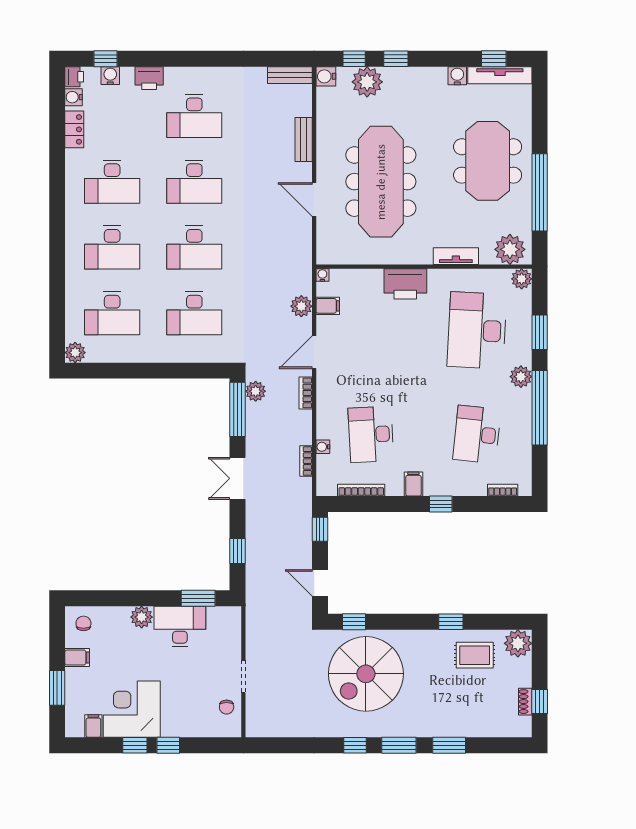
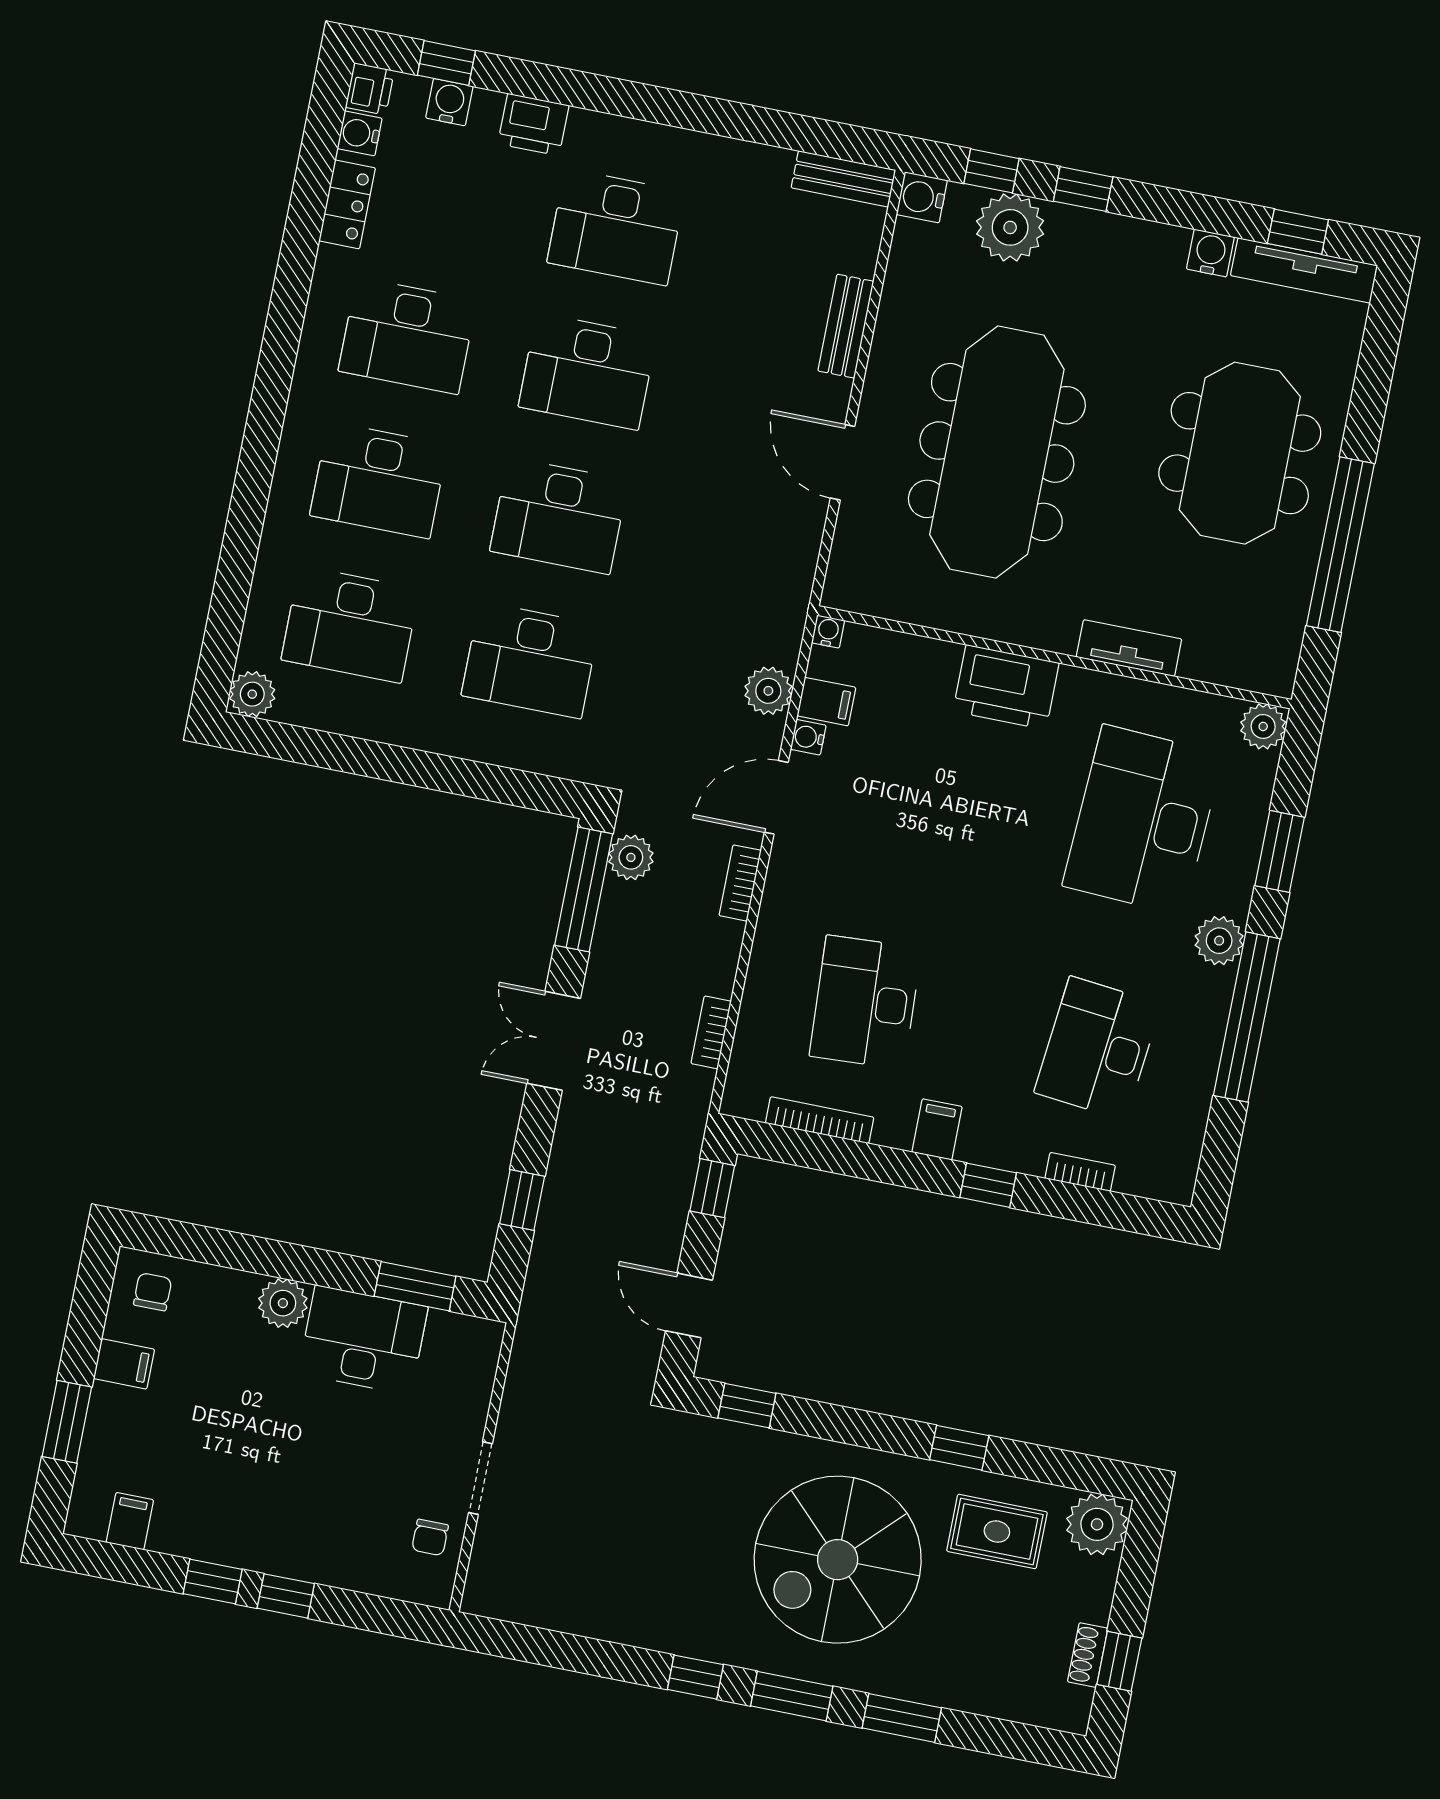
plant: (510, 249) -> (1250, 657), removed
water cooler: (323, 447) -> (808, 737), moved
bookcase: (503, 490) -> (1080, 1172), moved
spiral stairs: (366, 674) -> (838, 1560), moved
corner desk: (132, 709) -> (221, 1501), removed

